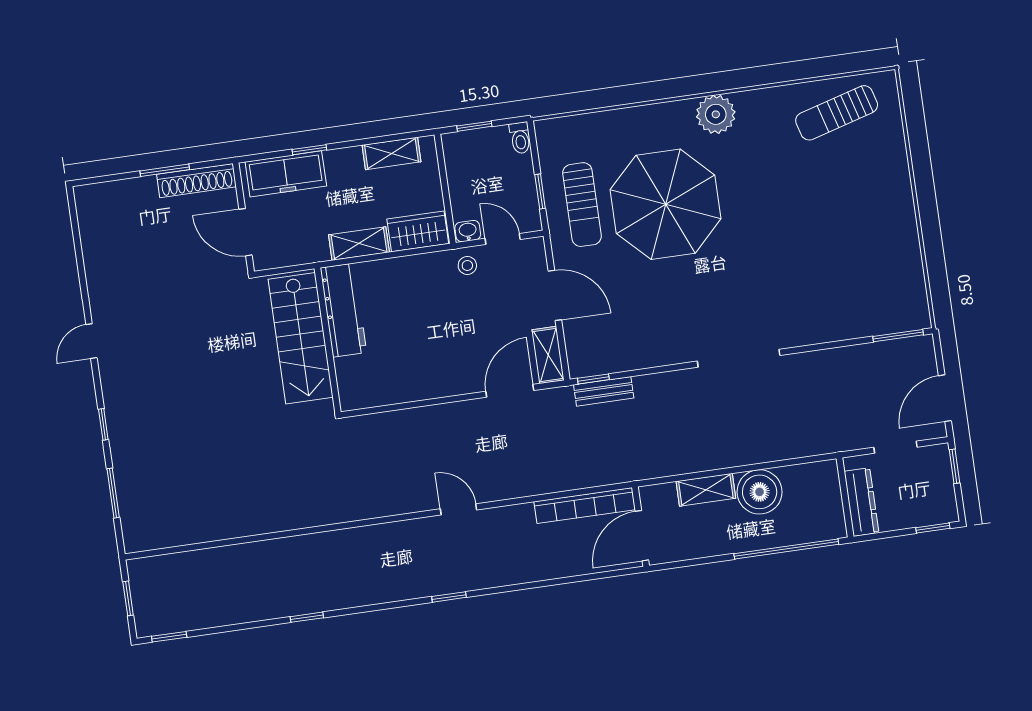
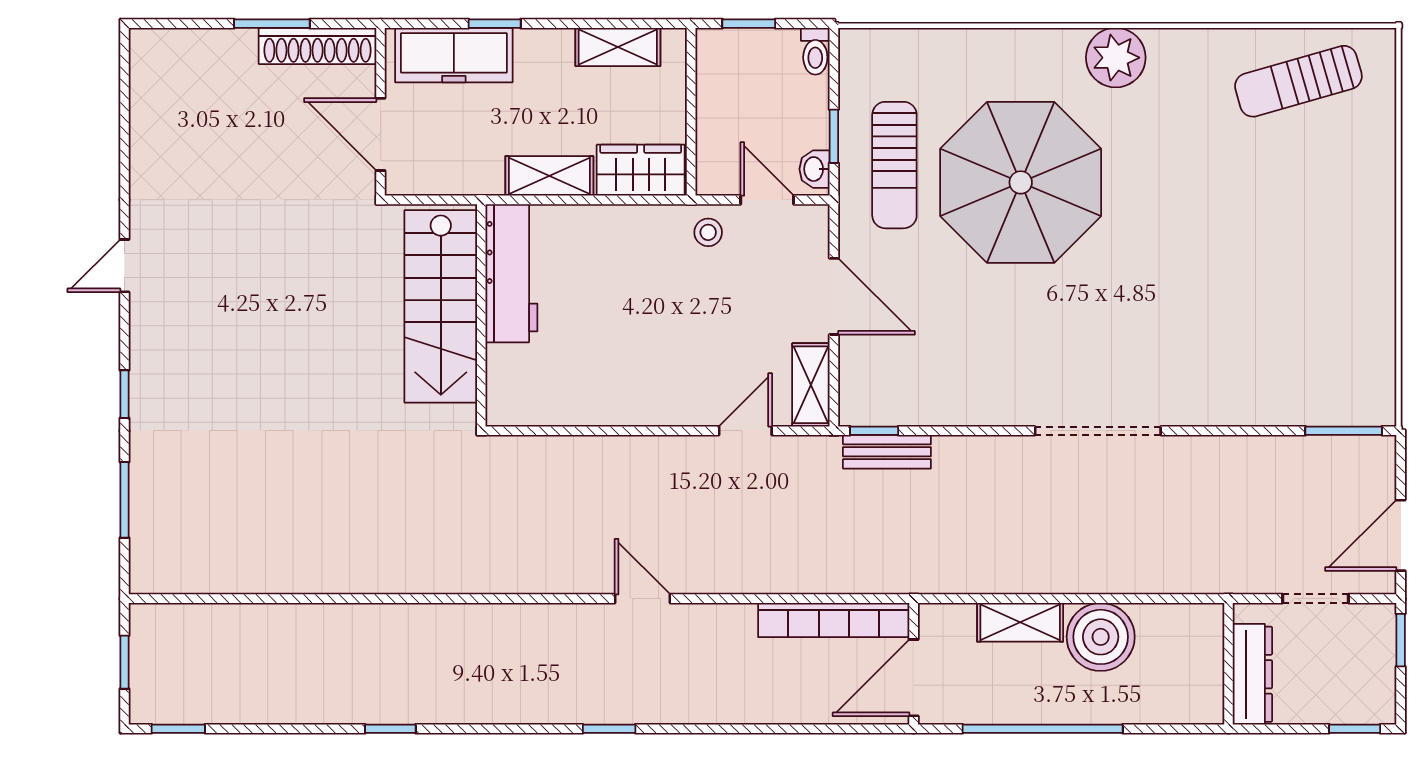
washbasin: (468, 231) -> (815, 169), moved, turned -90
door: (510, 391) -> (745, 431), width x0.73
window: (786, 549) -> (1043, 729), moved

